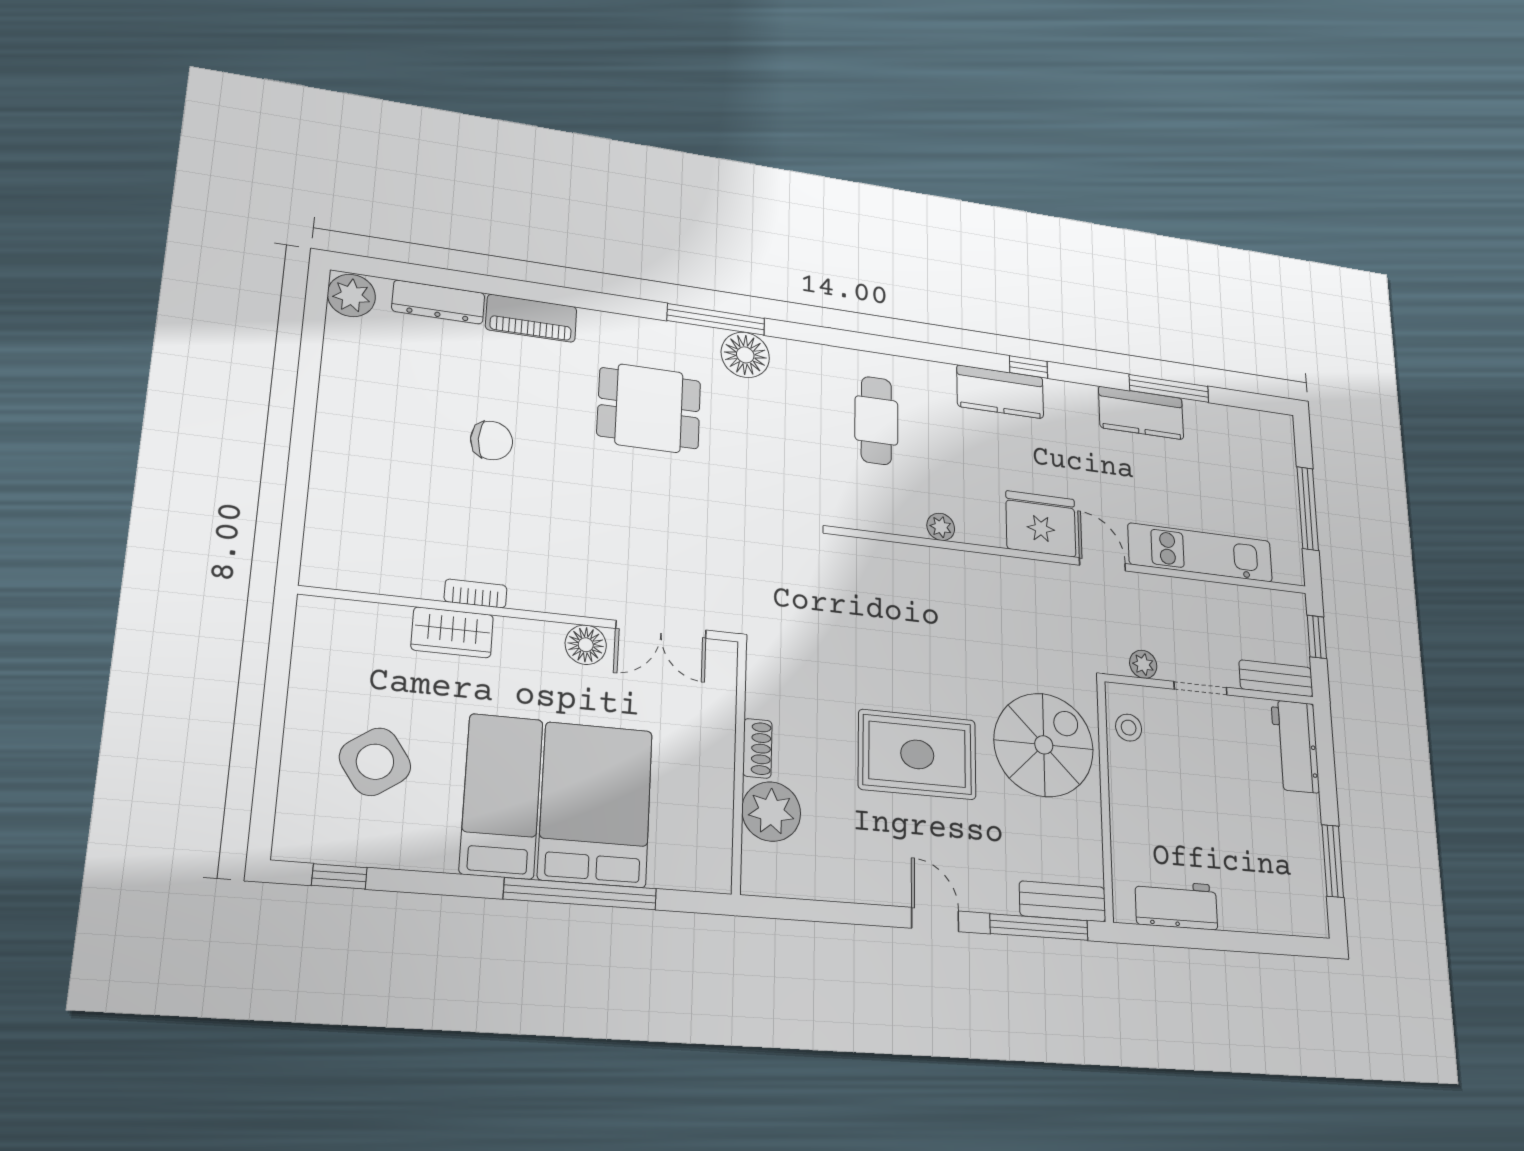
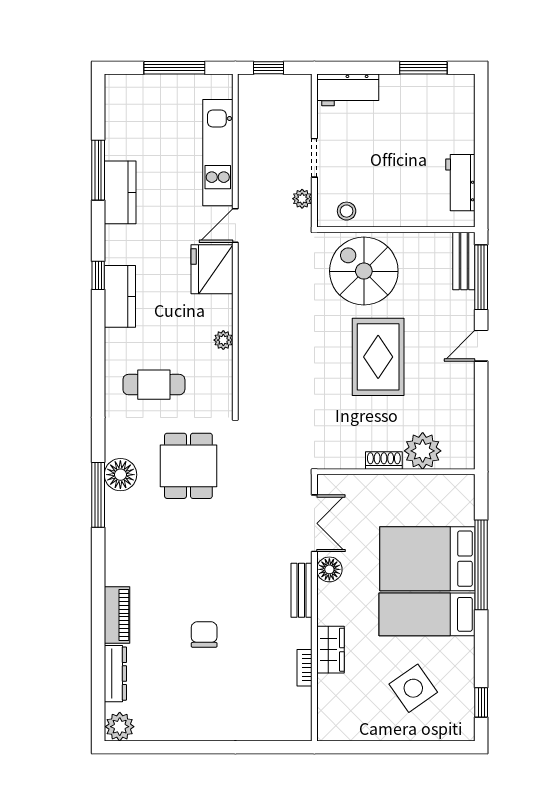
dining table: (649, 408) -> (188, 466), moved
bookcase: (476, 593) -> (305, 668), moved
bench: (1276, 678) -> (302, 590), moved

